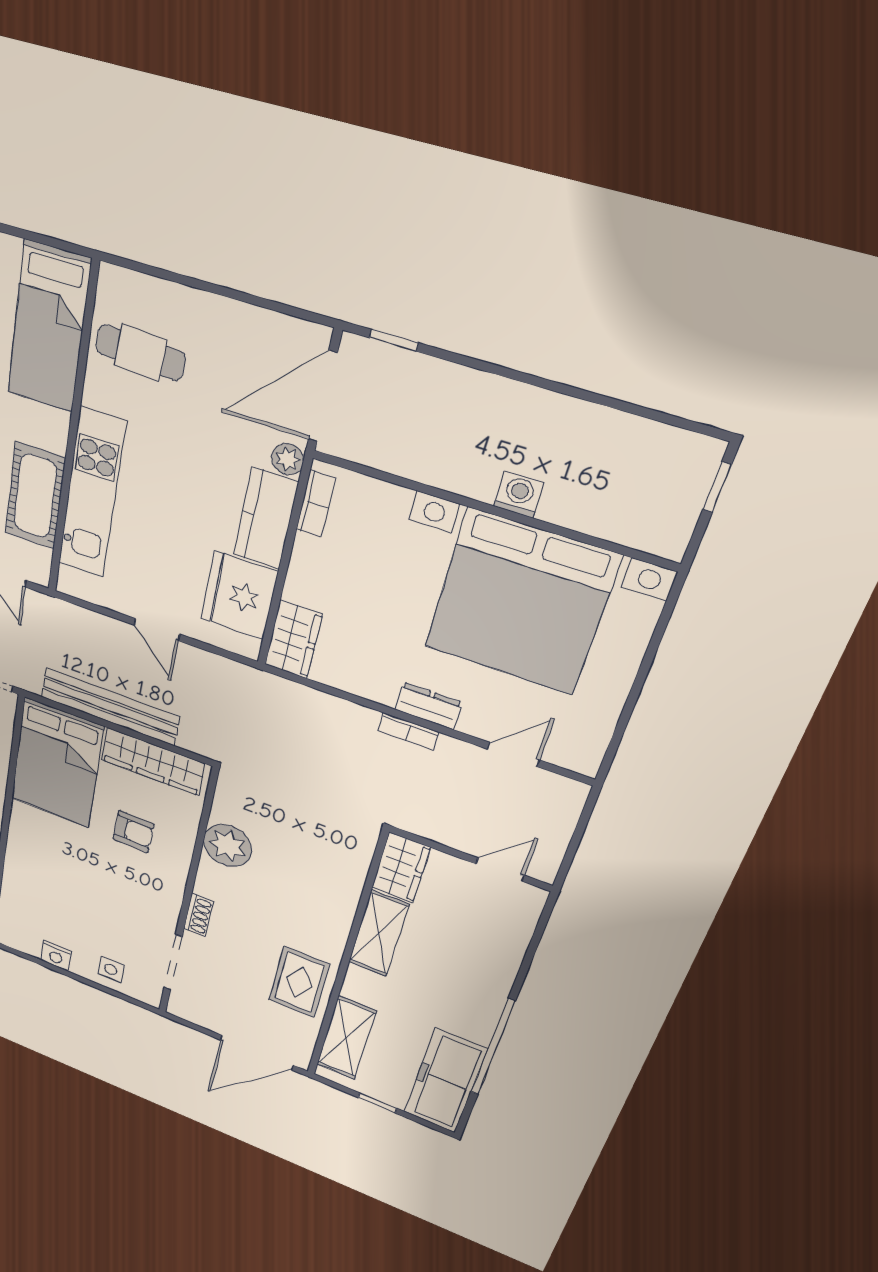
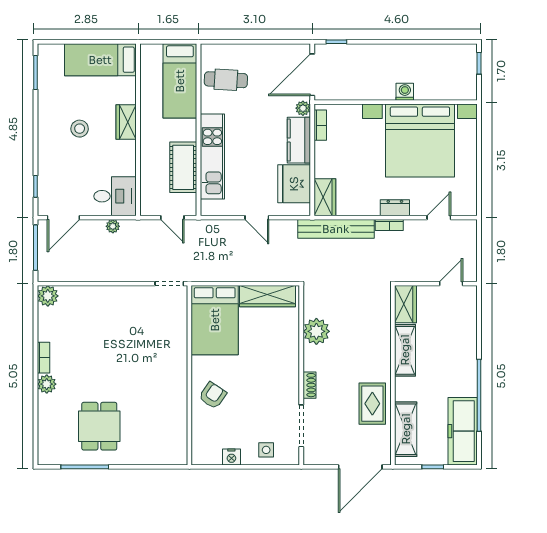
bench: (110, 707) -> (336, 229), moved
armchair: (134, 832) -> (213, 395), moved, turned -57

